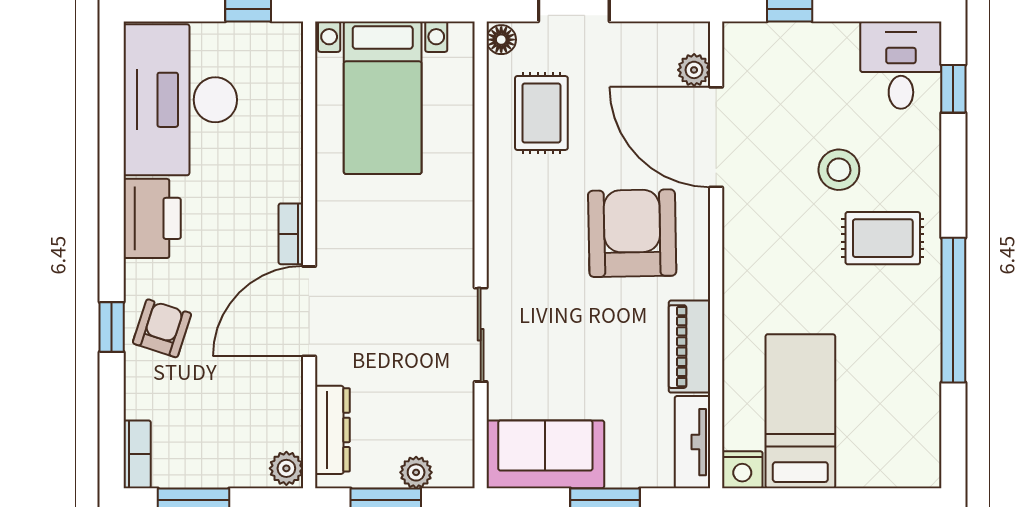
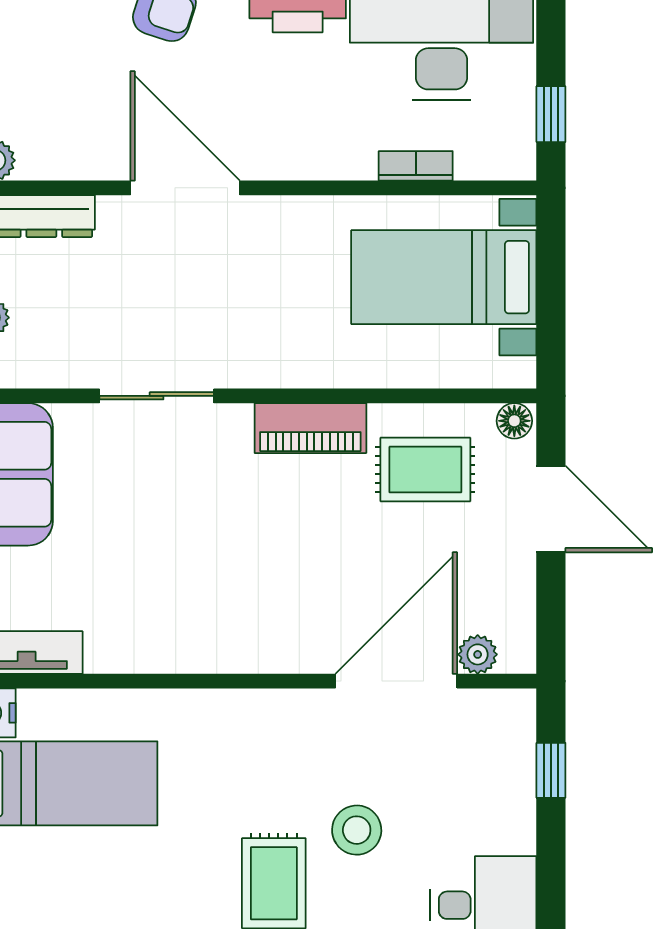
armchair: (632, 233) -> (280, 579), removed
bookcase: (291, 234) -> (416, 166), moved
piano: (689, 347) -> (310, 428), moved, turned 180

